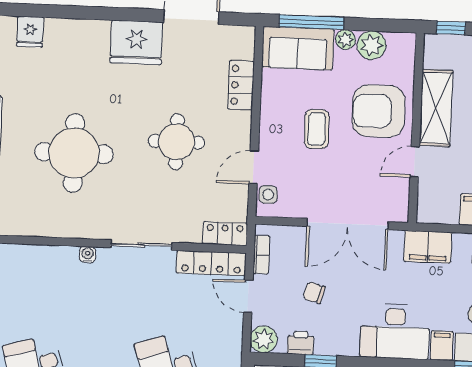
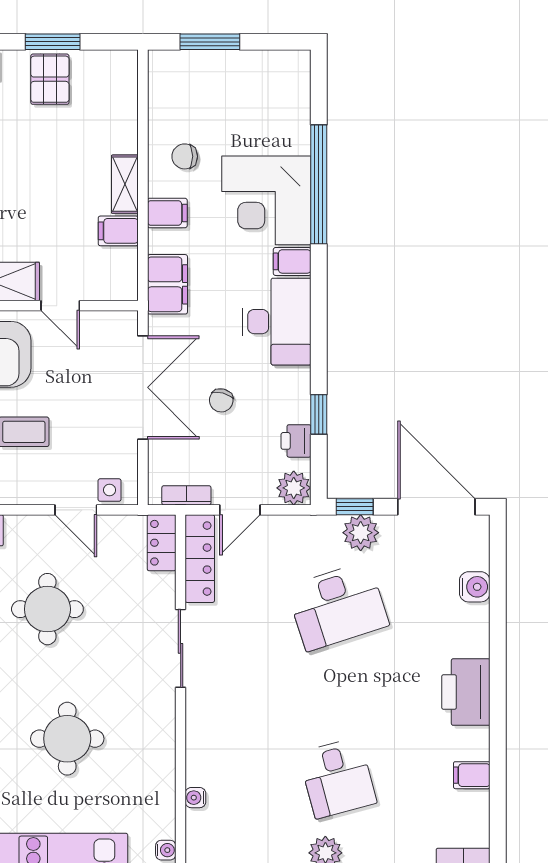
round table: (74, 153) -> (67, 739), width x0.73, depth x0.73
water cooler: (88, 255) -> (195, 798), moved
chair: (314, 293) -> (221, 400), moved

